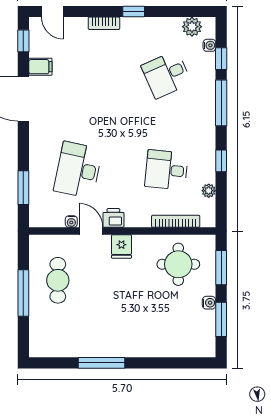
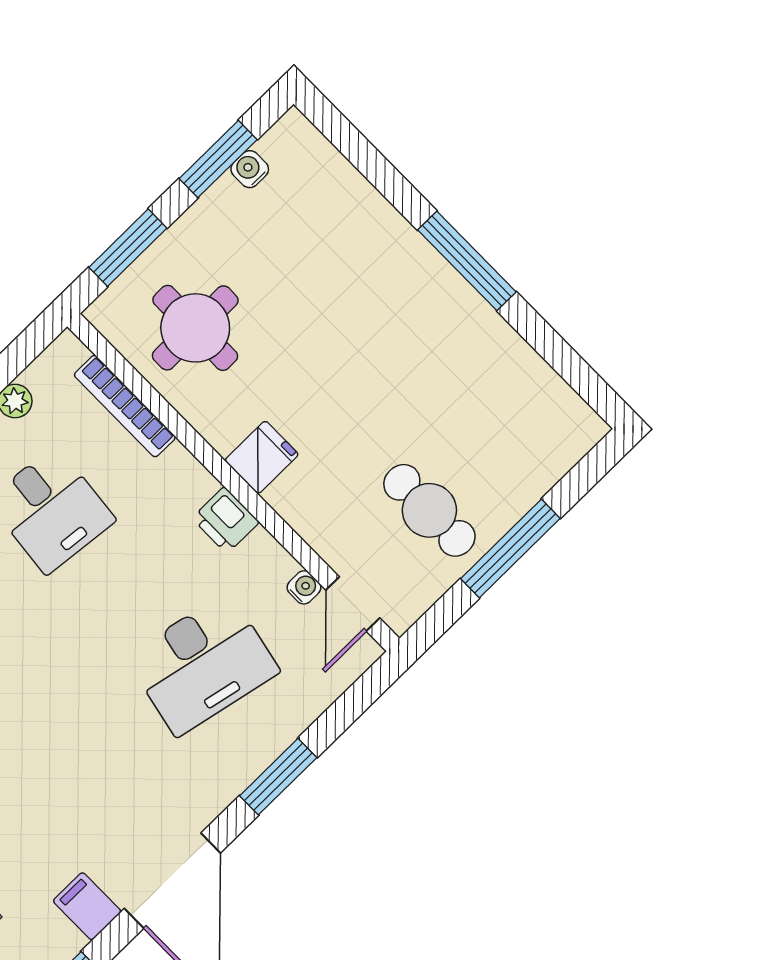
window: (23, 188) -> (278, 777), moved
door: (91, 231) -> (353, 604), moved
cafe table: (58, 280) -> (429, 510), turned 90
water cooler: (209, 303) -> (250, 169), moved
window: (101, 363) -> (467, 261), moved

